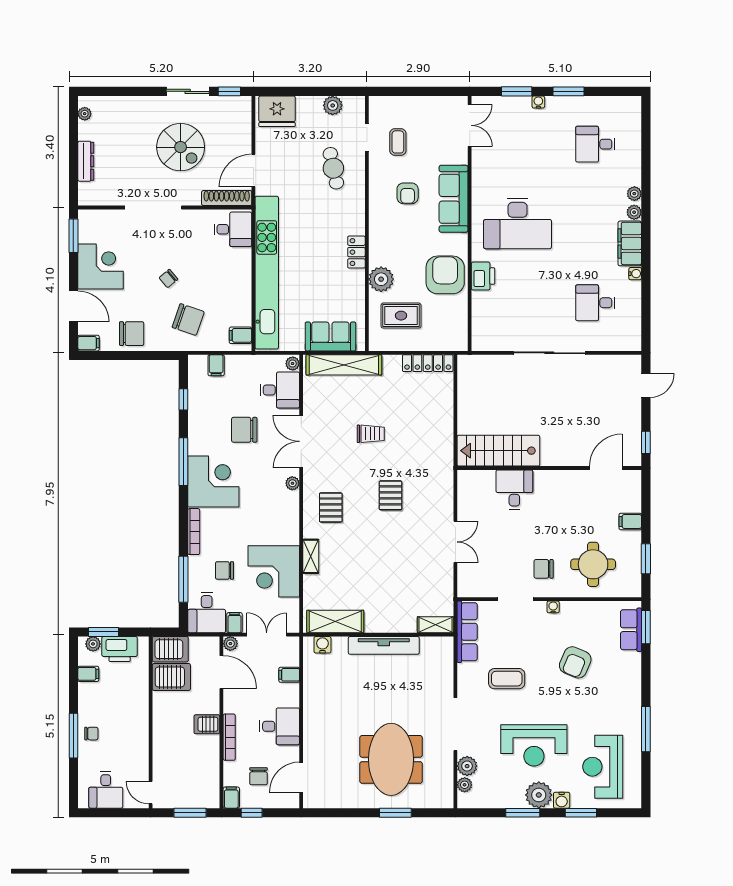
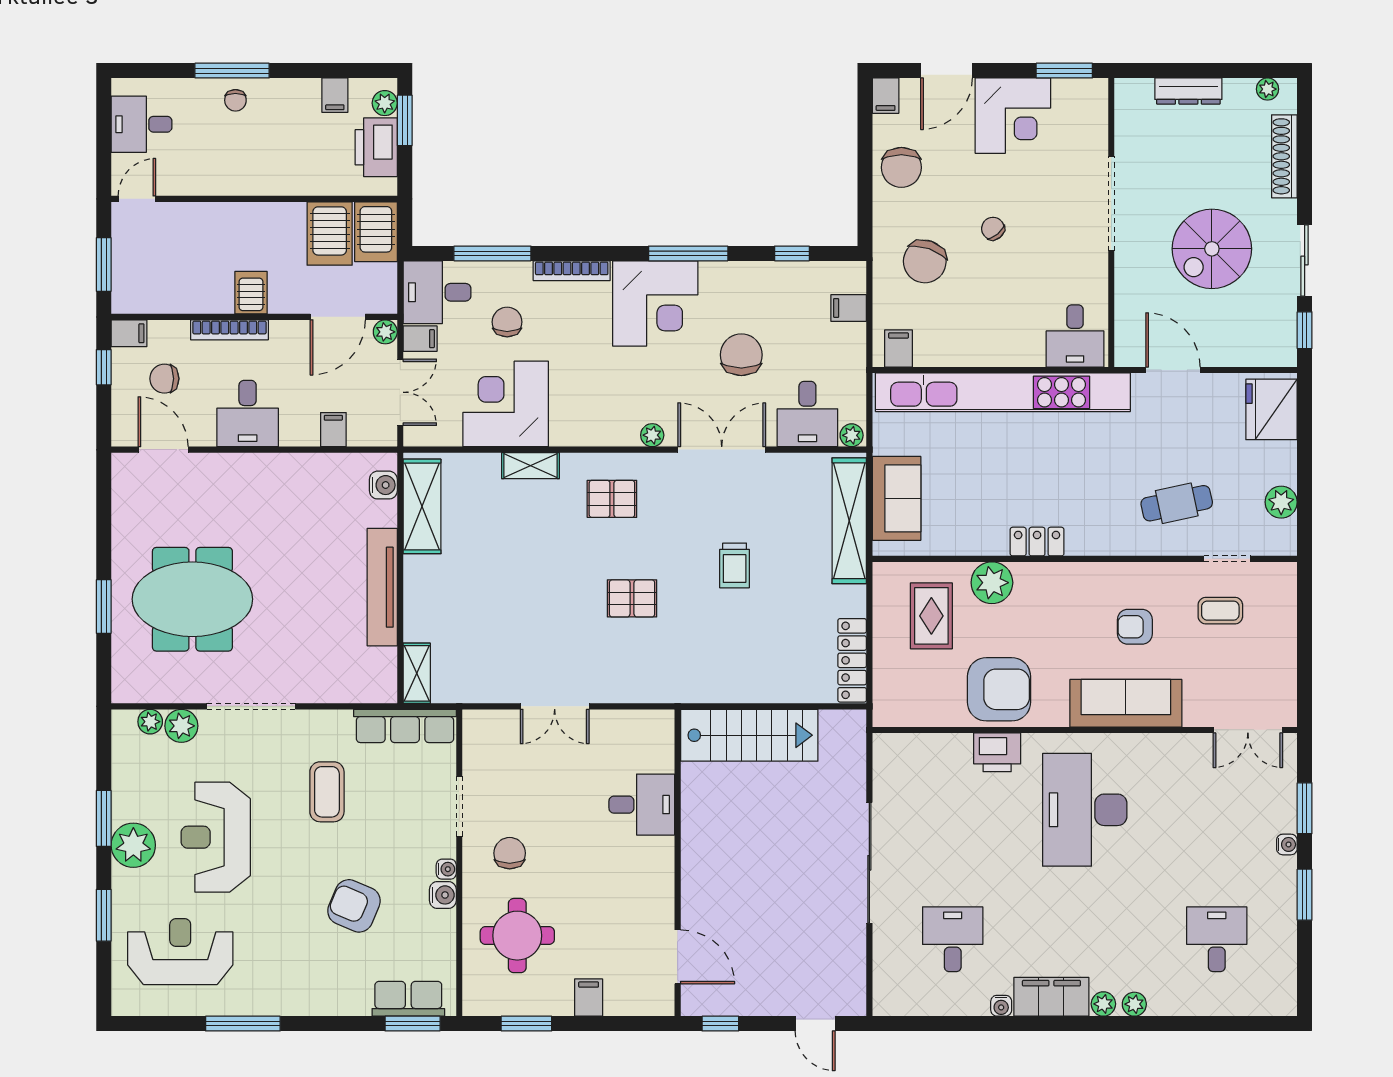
shoe rack: (227, 198) -> (1284, 156), moved, turned 180
stairs: (498, 451) -> (749, 735), moved, turned 90
water cooler: (562, 800) -> (443, 895), moved, turned 180

